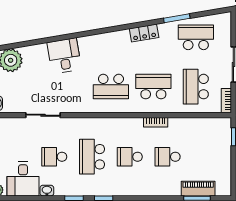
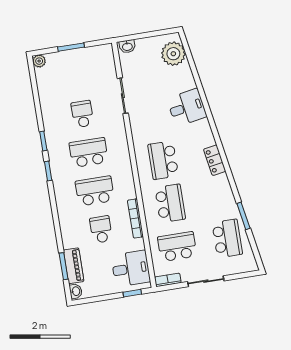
locker: (144, 33) -> (215, 160), moved
bookcase: (156, 122) -> (135, 218), width x1.56
school desk: (130, 157) -> (95, 191), width x1.85
desk: (23, 179) -> (131, 269), moved, turned 180
washbasin: (47, 191) -> (76, 291), moved

